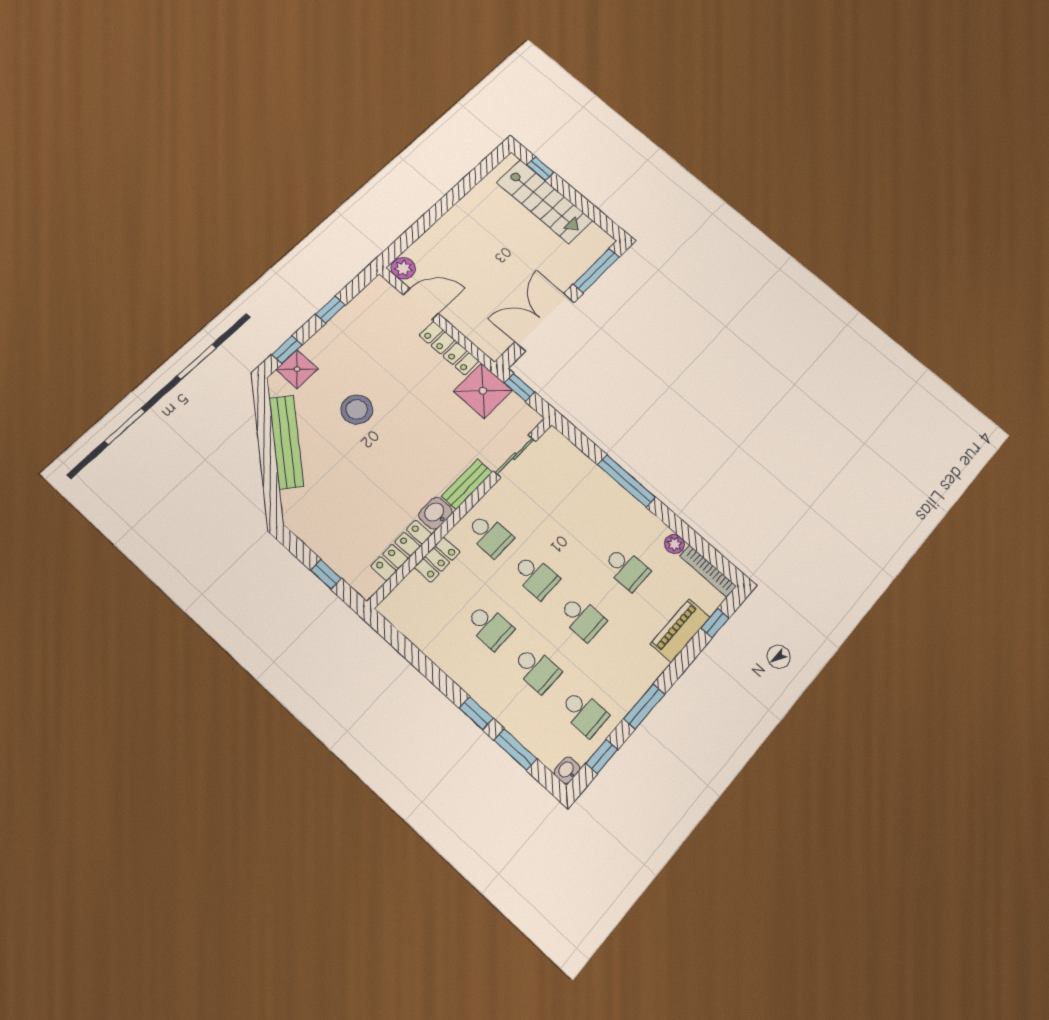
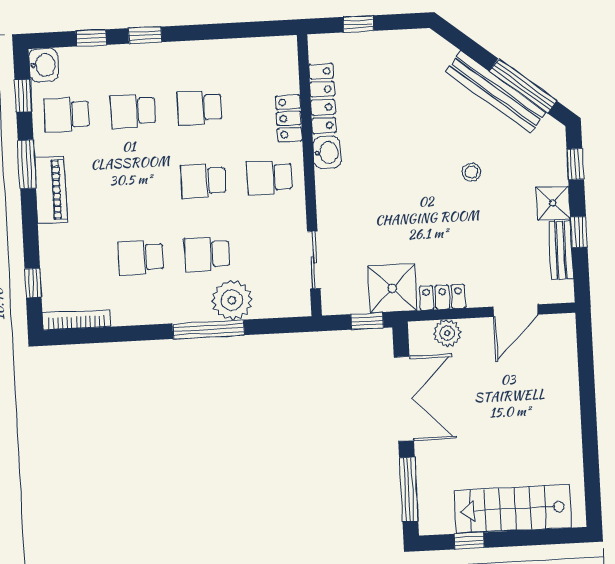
window: (540, 169) -> (469, 541), moved
plant: (403, 268) -> (447, 333), moved
locker: (449, 348) -> (442, 297), width x0.66
shower: (297, 369) -> (553, 203), moved
stool: (357, 409) -> (471, 172), width x0.53, depth x0.53
window: (265, 428) -> (523, 86), added
bench: (467, 484) -> (561, 250), moved
plant: (674, 544) -> (232, 300), moved, width x1.88, depth x1.88
school desk: (582, 618) -> (207, 254), moved
piano: (680, 631) -> (51, 190), moved
window: (515, 749) -> (91, 38), width x0.67
washbasin: (567, 770) -> (44, 65), width x1.38, depth x1.45

